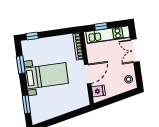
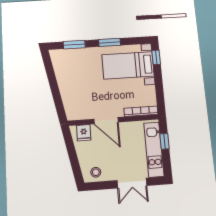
double door: (135, 51) -> (132, 183), swing flipped
window: (21, 65) -> (110, 42), moved
bed with nightstands: (46, 76) -> (128, 65), moved, turned 90

